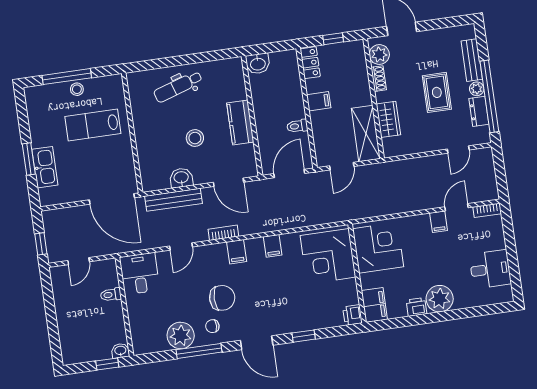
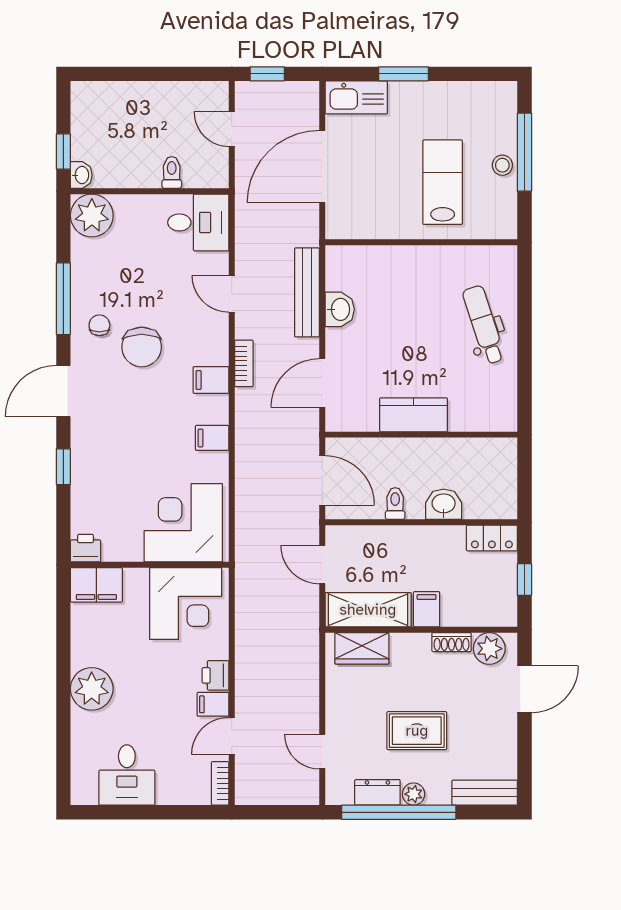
bench: (472, 60) -> (485, 793), moved
washbasin: (258, 64) -> (444, 504), moved, turned 90
filing cabinet: (319, 101) -> (427, 609), moved, turned 180
wardrobe: (388, 119) -> (362, 648), moved
stool: (195, 138) -> (399, 340), removed
kitchen sink: (45, 167) -> (356, 97), moved
door: (112, 199) -> (322, 167), moved
door: (457, 207) -> (232, 736), swing flipped
printer: (416, 307) -> (215, 675), moved, turned 180
plant: (181, 335) -> (92, 215), moved

